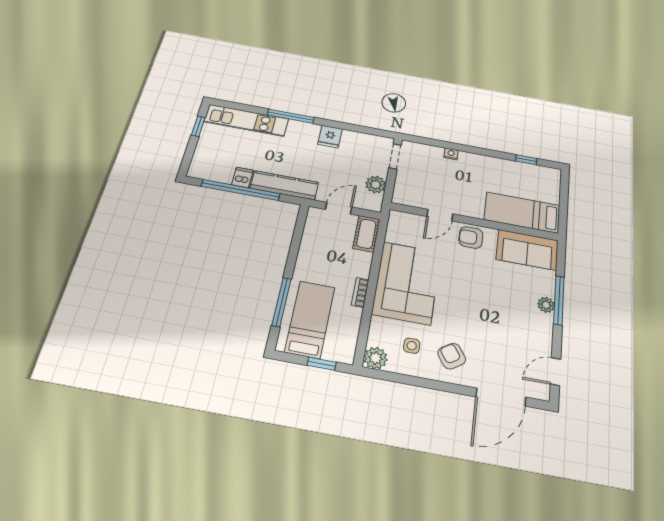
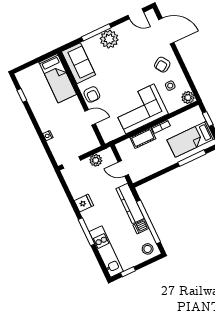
stool: (206, 166) -> (148, 249), added
cot: (366, 234) -> (143, 138), moved
plant: (546, 305) -> (109, 39), width x1.88, depth x1.88

